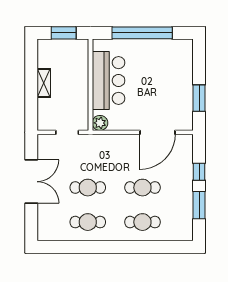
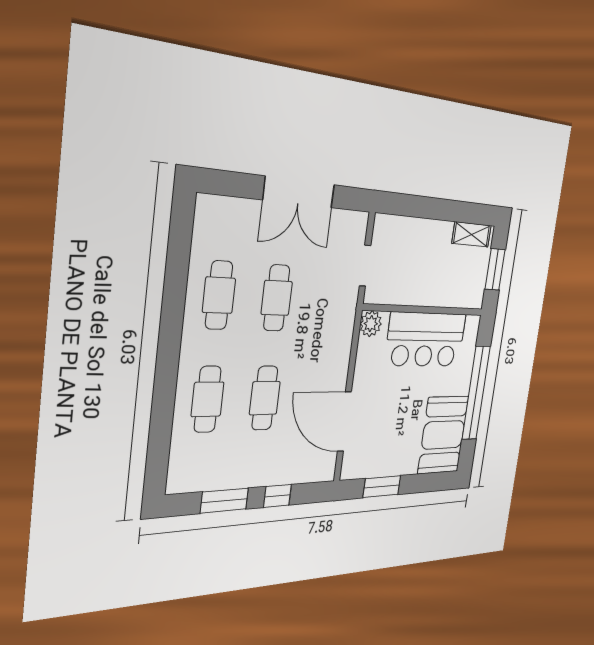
booth: (169, 55) -> (443, 435), added
shelving: (44, 83) -> (472, 234), moved

